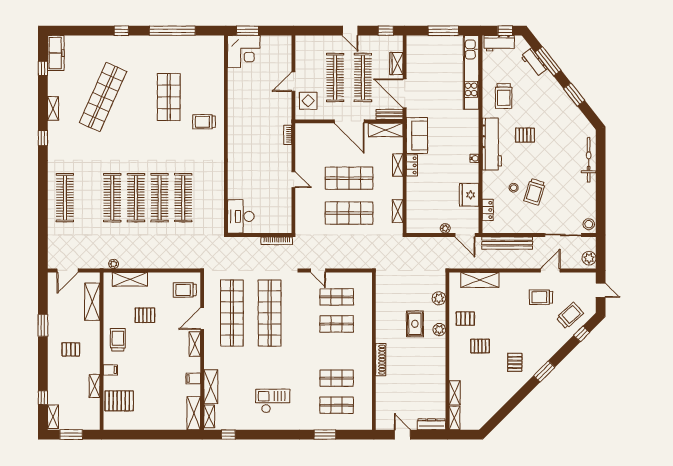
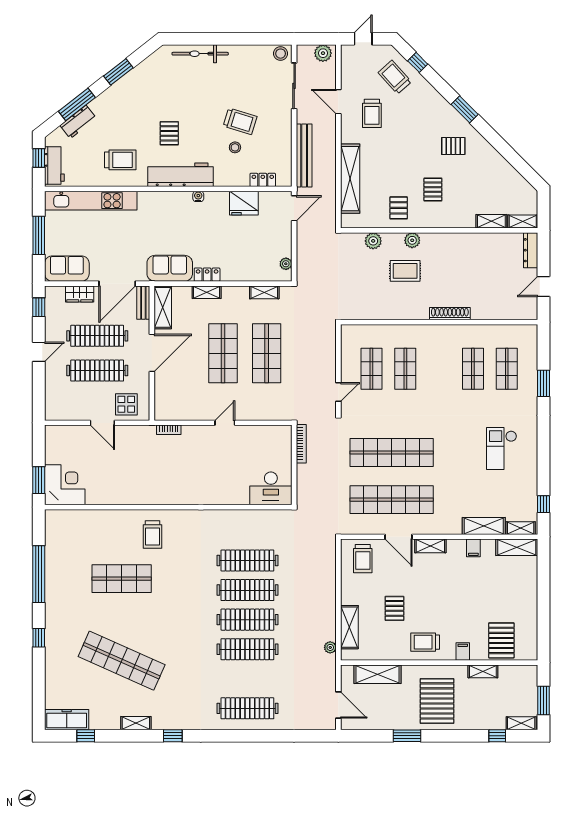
sofa: (417, 53) -> (67, 269), added
plant: (445, 228) -> (286, 264), moved
shelving: (480, 280) -> (350, 179), width x1.47
pallet: (71, 349) -> (437, 701), width x2.05, depth x2.00

